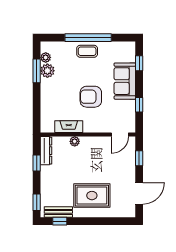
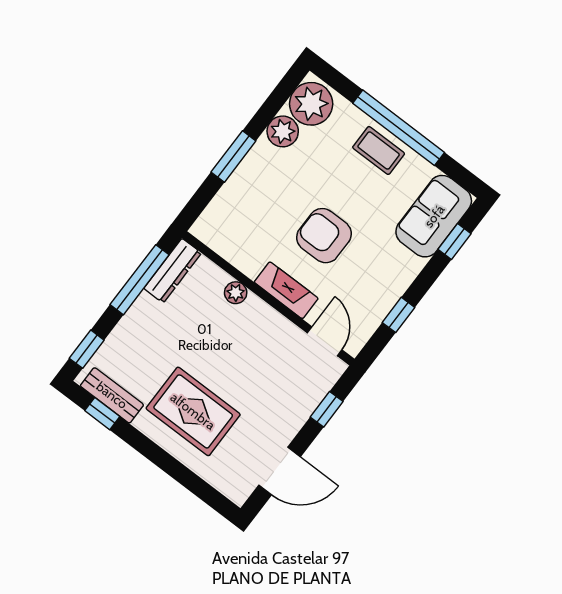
plant: (46, 57) -> (311, 104), width x1.88, depth x1.88
window: (37, 71) -> (233, 157), moved
sofa: (125, 81) -> (434, 216), moved
fireplace: (69, 127) -> (286, 290), moved
door: (120, 134) -> (325, 341), swing flipped
window: (37, 163) -> (140, 280), width x2.17

